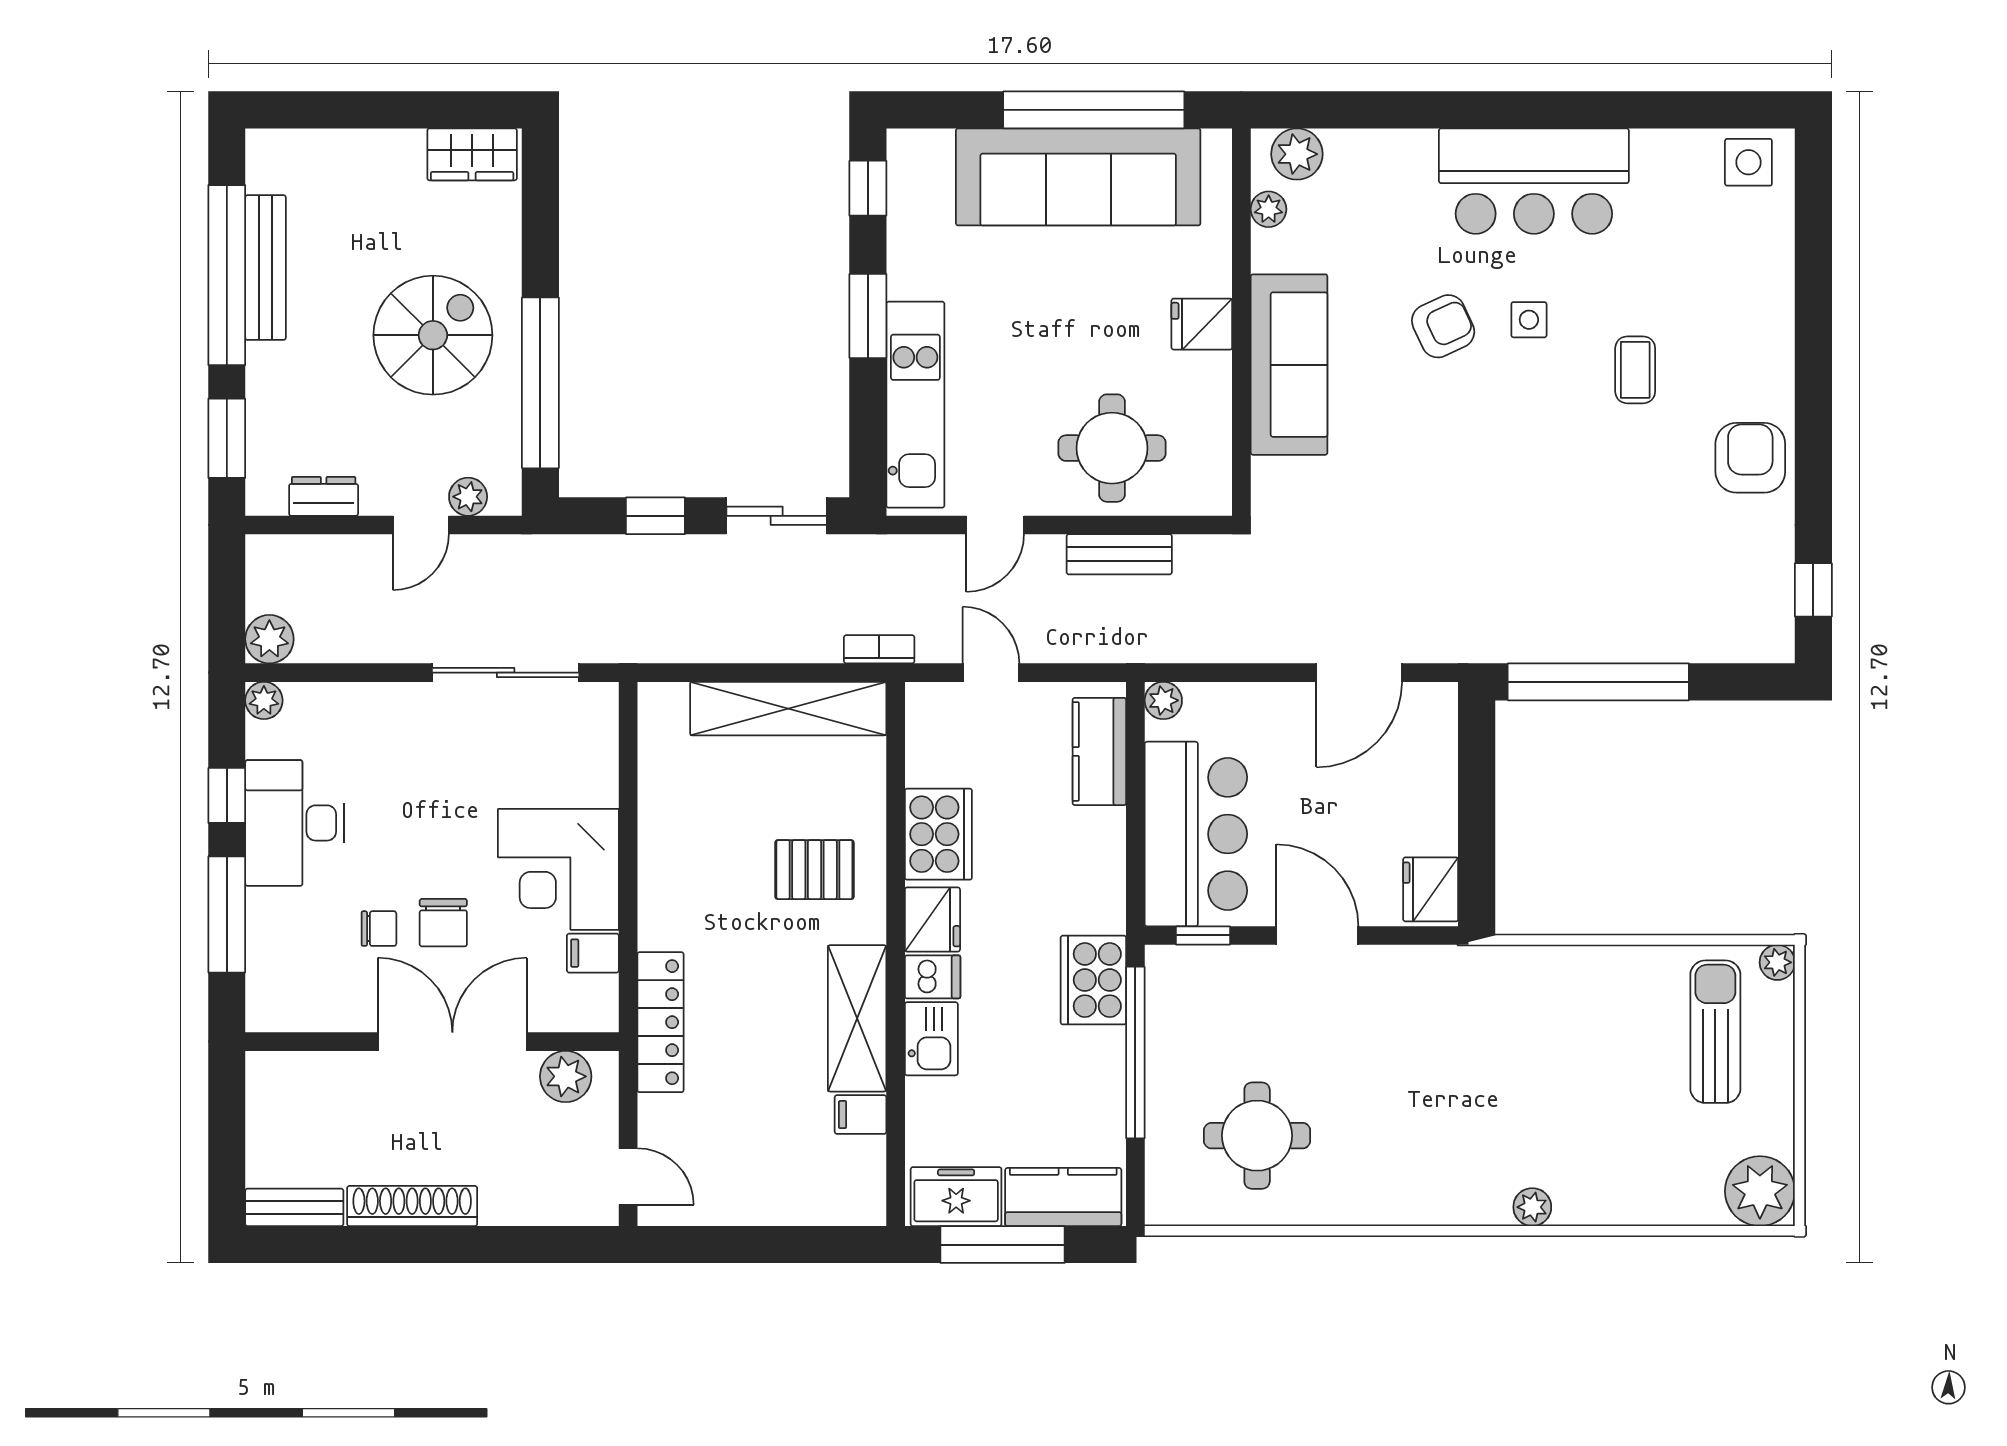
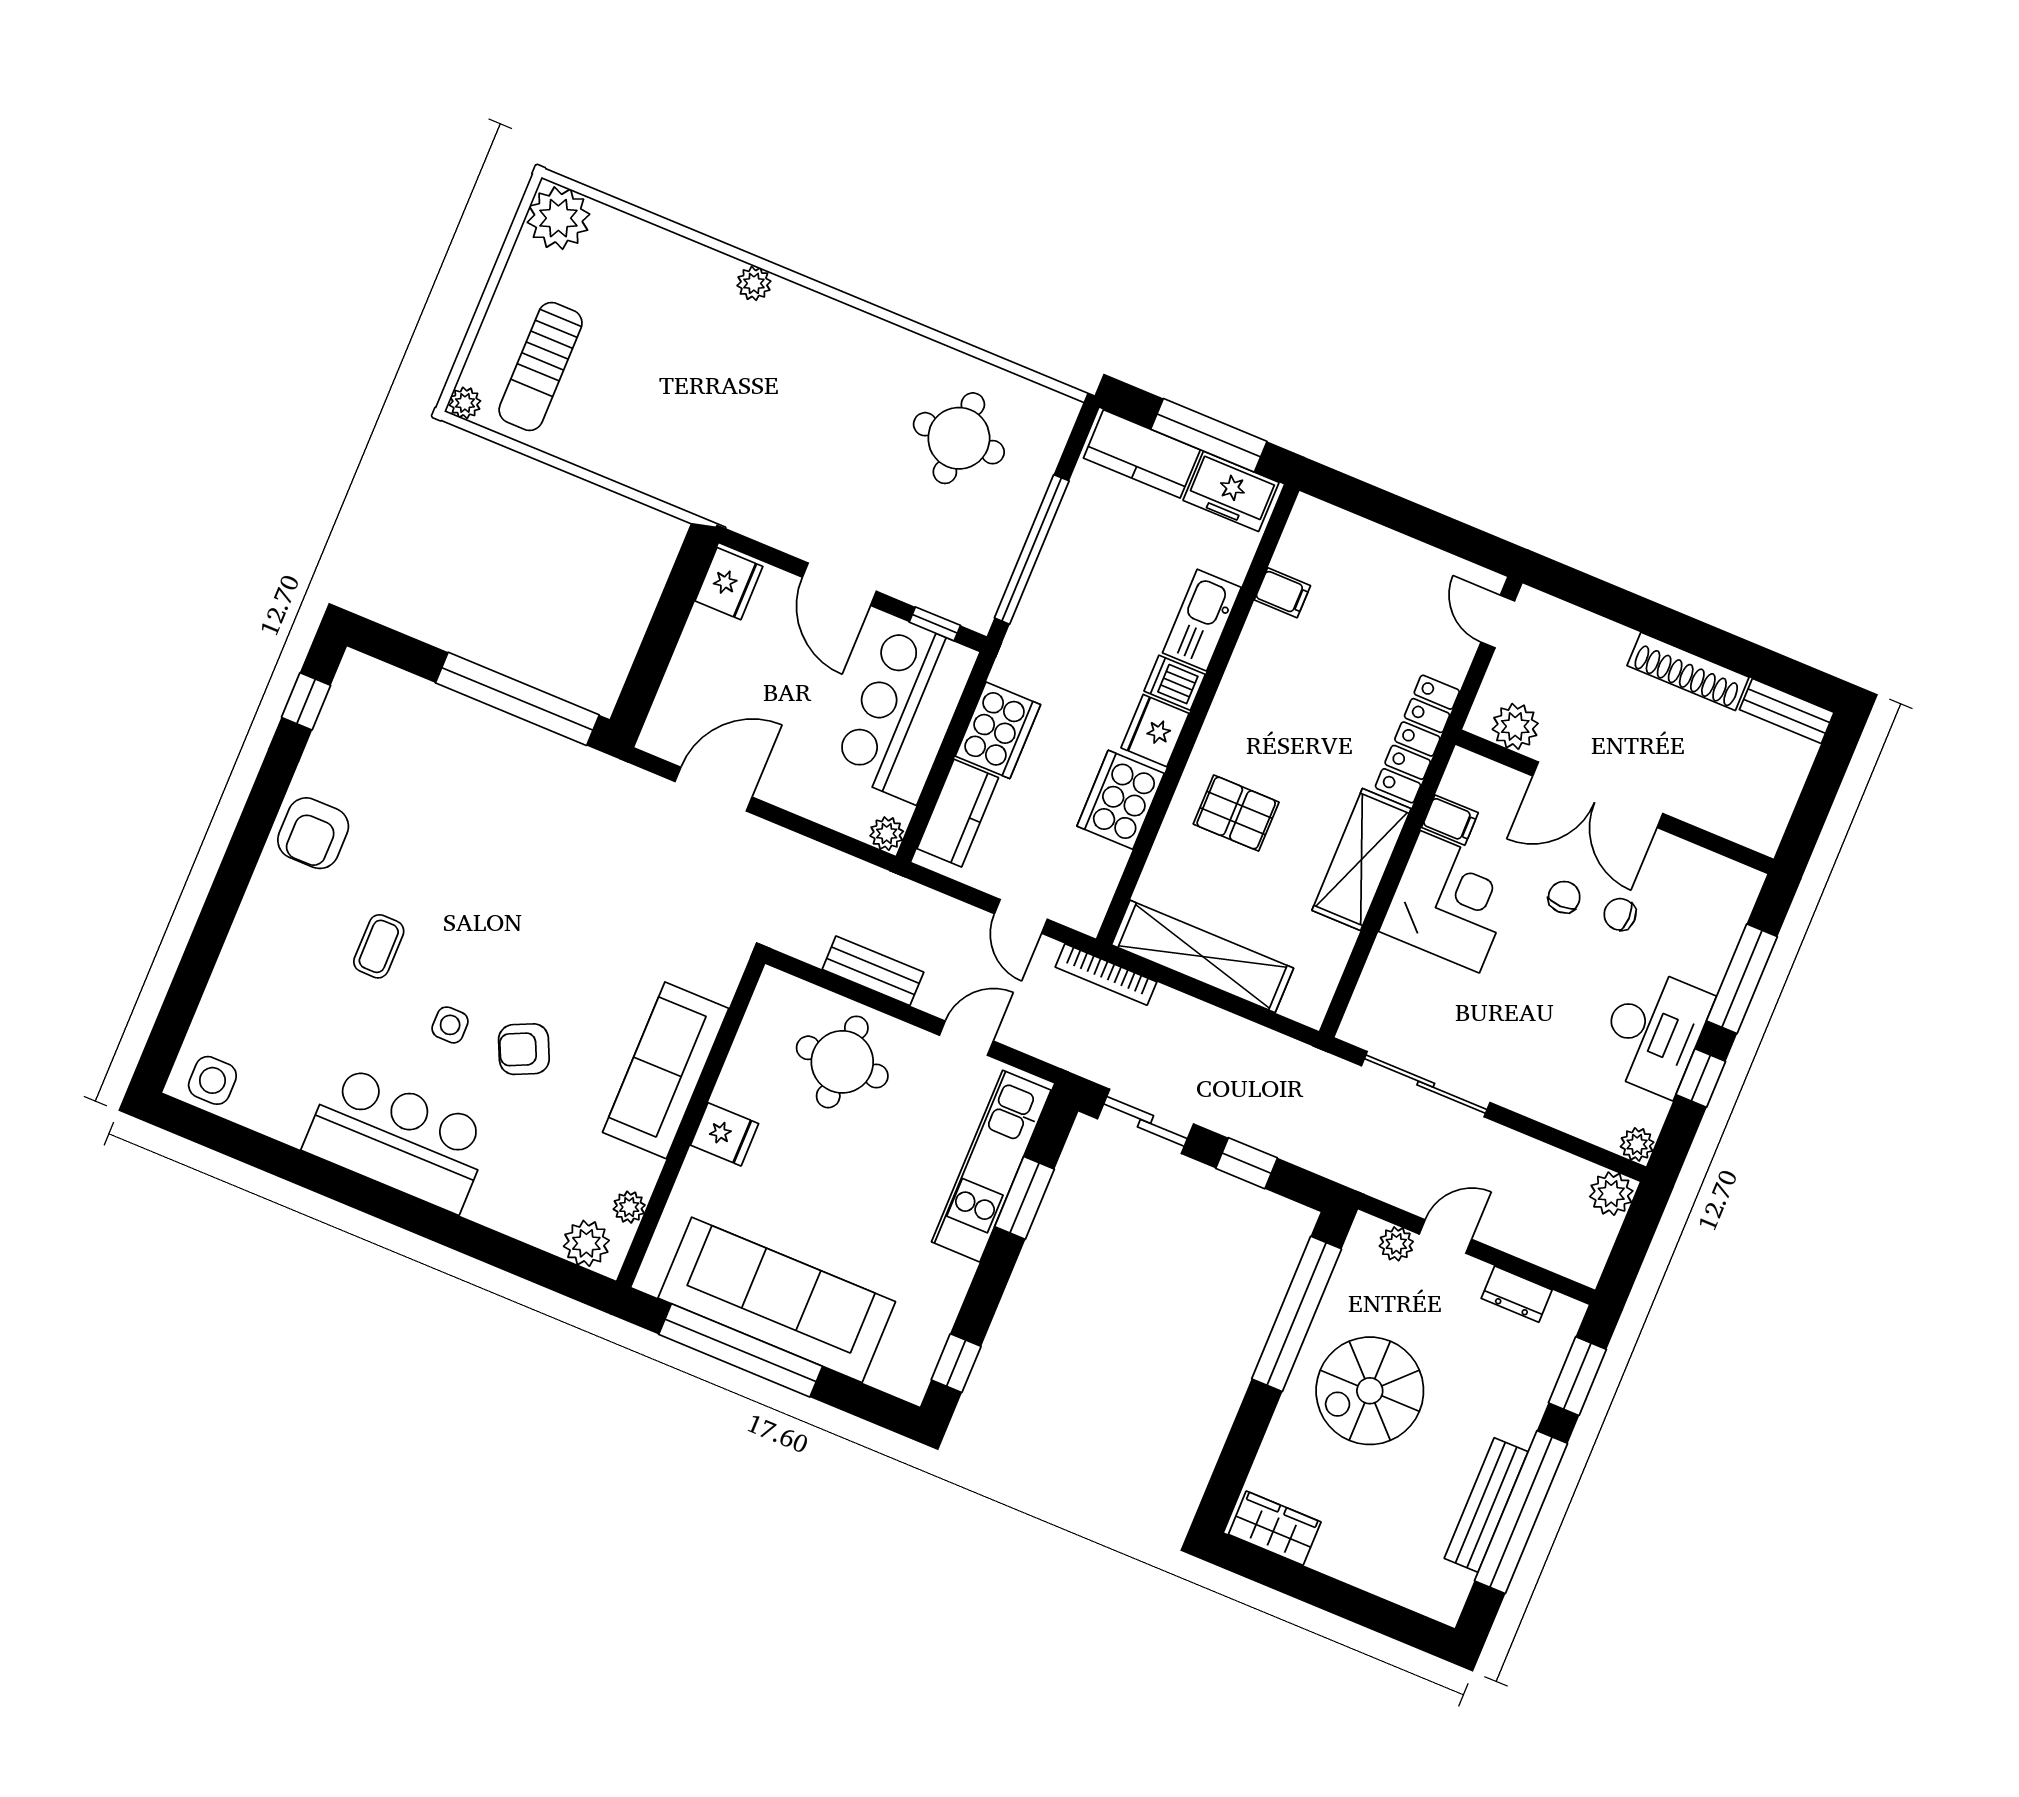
window: (868, 316) -> (1025, 1198), moved
bookcase: (879, 649) -> (1106, 975), width x1.56
chair: (443, 923) -> (1564, 897), width x0.73, depth x0.73
cooker: (1093, 980) -> (998, 730), moved
shelving: (857, 1018) -> (1362, 859), moved
kitchen sink: (931, 1039) -> (1202, 620), width x1.38

